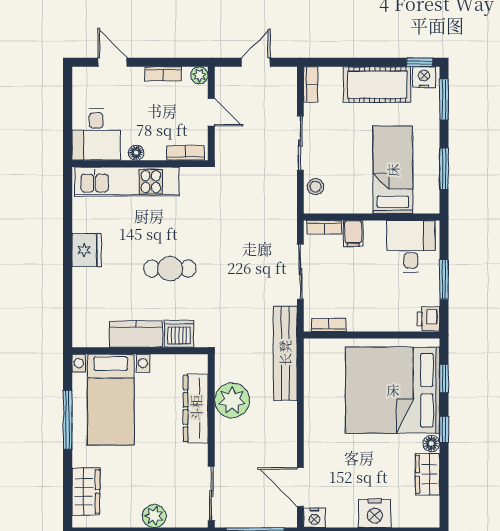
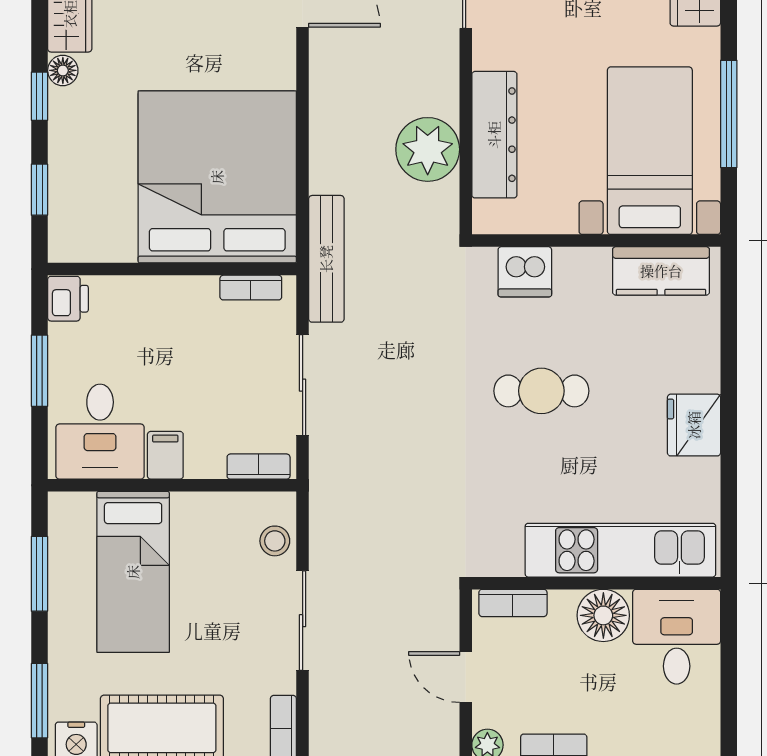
floor lamp: (136, 153) -> (603, 615), width x1.89, depth x1.89
filing cabinet: (353, 233) -> (165, 455), moved
kitchen counter: (136, 334) -> (661, 271), moved
bench: (285, 353) -> (326, 259), width x0.73, depth x0.82
bed: (393, 390) -> (217, 177), moved, turned -90

